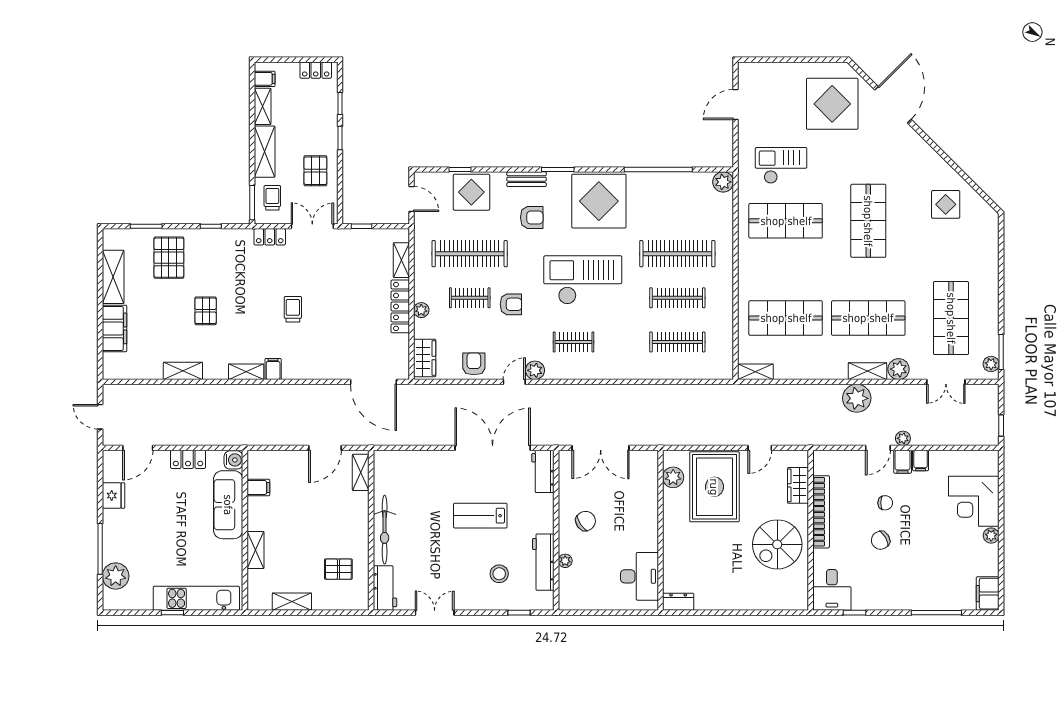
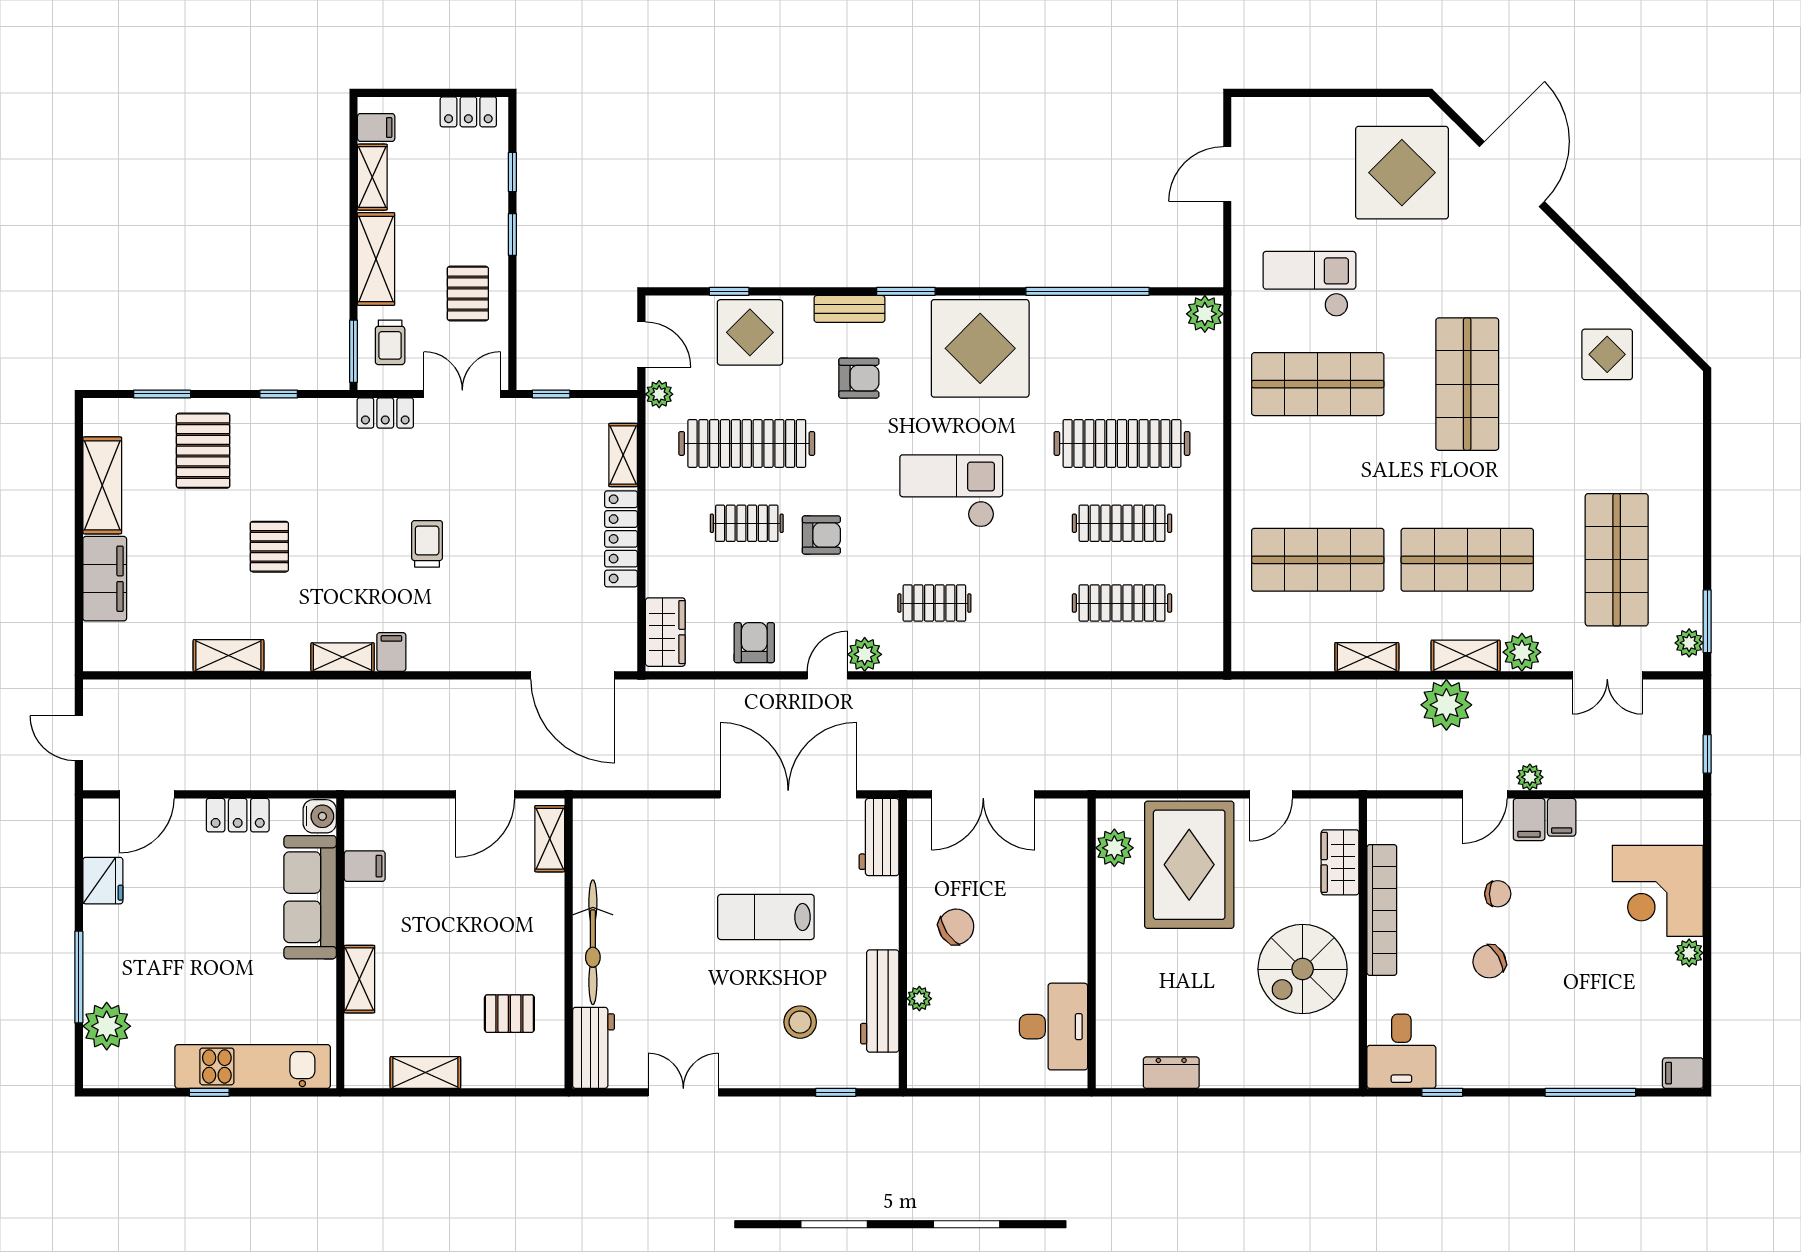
trolley: (272, 198) -> (390, 342), turned 180
checkout: (583, 280) -> (951, 491), width x0.73, depth x0.83
plant: (421, 310) -> (659, 394), moved
shelving: (755, 372) -> (1367, 657), moved
filing cabinet: (988, 594) -> (1683, 1073), width x0.50
dresser: (678, 602) -> (1171, 1073), moved

